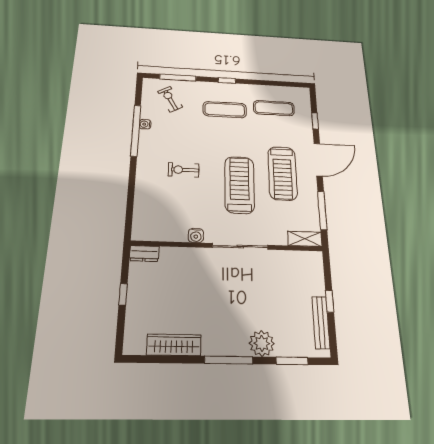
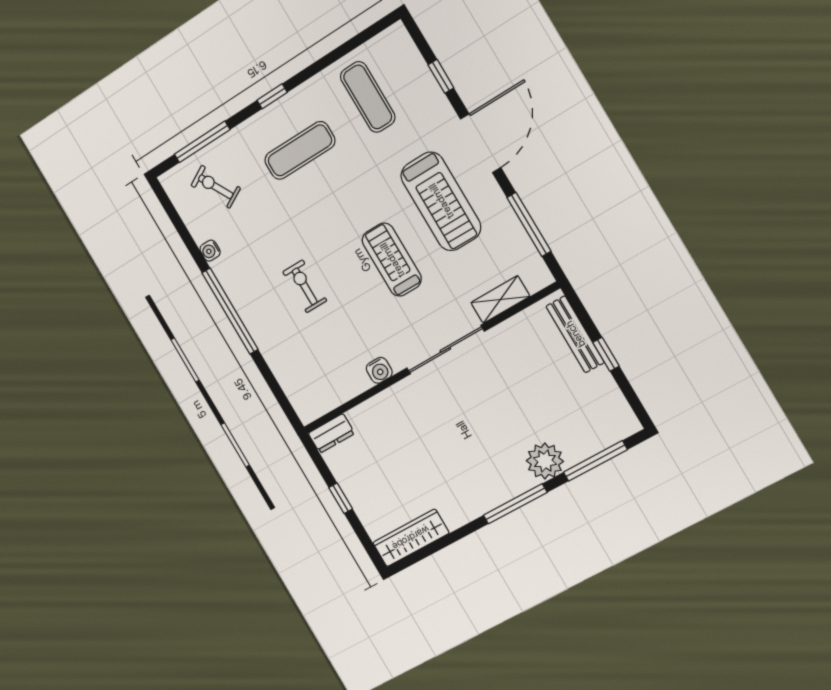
exercise mat: (274, 108) -> (368, 97), turned 90
window: (136, 130) -> (230, 311), moved
exercise bike: (184, 170) -> (305, 286), turned 90
treadmill: (239, 185) -> (392, 260), width x0.73, depth x0.73
shelving: (305, 239) -> (500, 299), moved
bench: (321, 322) -> (575, 334), moved
wardrobe: (174, 345) -> (411, 538), moved
window: (292, 361) -> (595, 461), width x1.44

